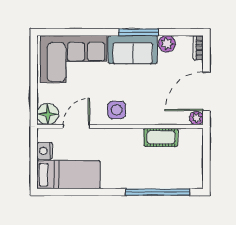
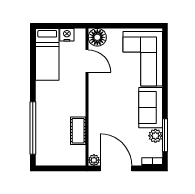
window: (139, 32) -> (165, 135), moved
side table: (117, 110) -> (101, 94), removed

